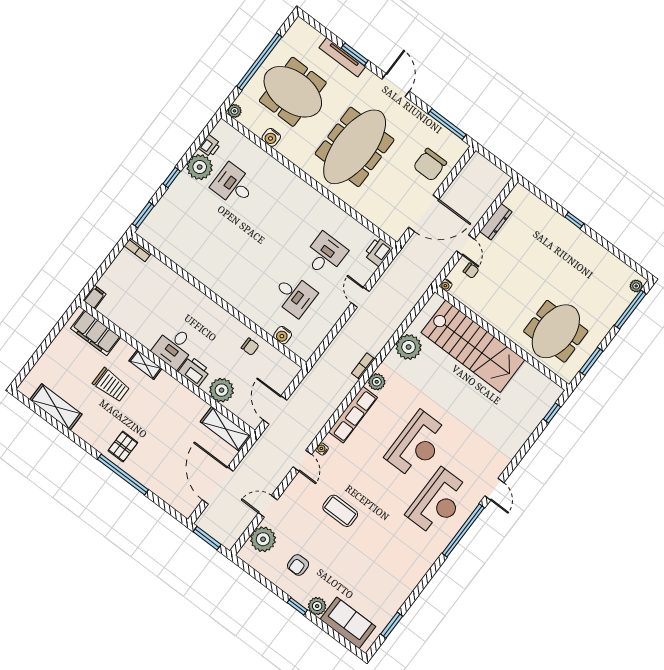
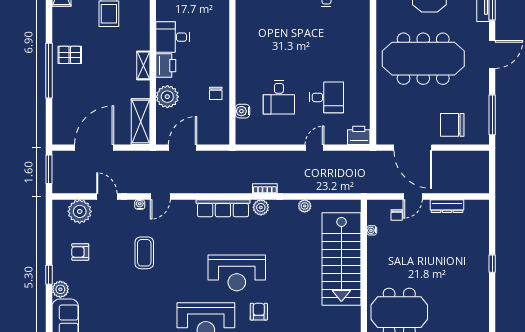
water cooler: (446, 285) -> (372, 230), moved
plant: (409, 347) -> (305, 206), width x0.53, depth x0.53
shelving: (145, 365) -> (143, 65), moved
water cooler: (322, 449) -> (140, 204), moved
armchair: (465, 451) -> (259, 312), added

